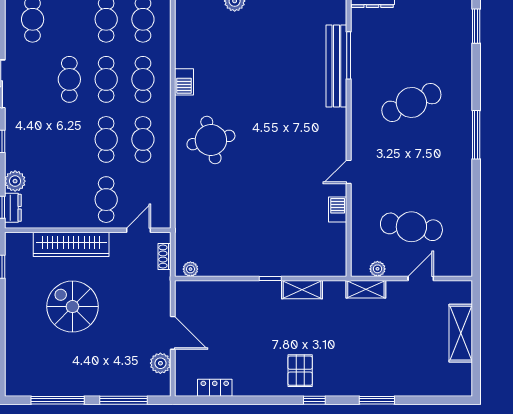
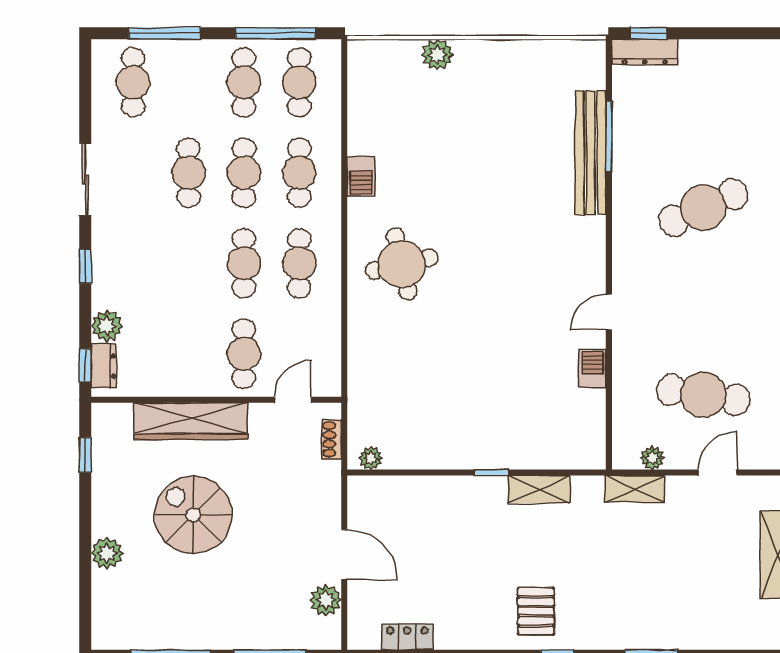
plant: (15, 332) -> (107, 553), added

